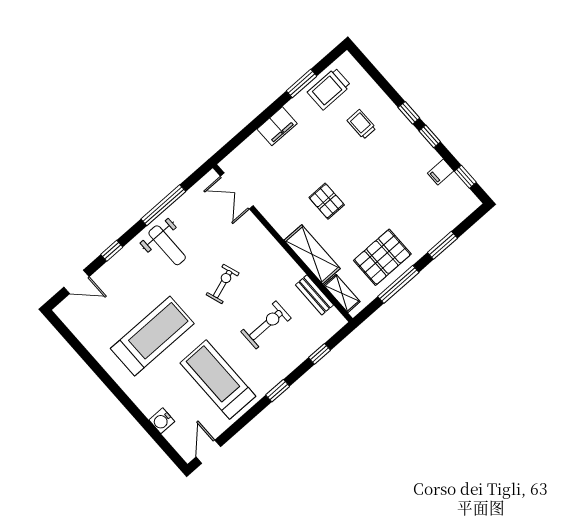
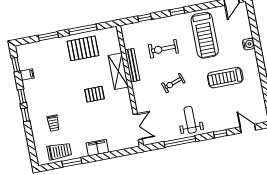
pallet: (327, 201) -> (95, 94), turned 90
shelving: (342, 293) -> (115, 42), removed
bench: (314, 295) -> (132, 65), moved, width x1.36
treadmill: (152, 336) -> (225, 78), width x0.73, depth x0.73
water cooler: (162, 421) -> (249, 44), moved

